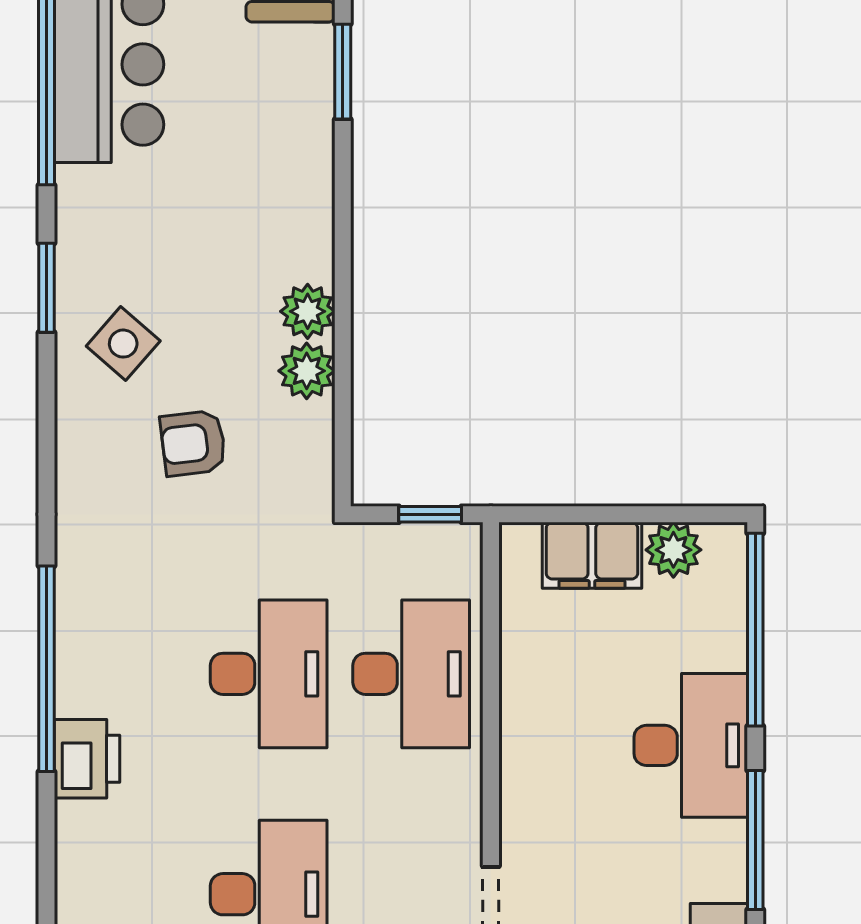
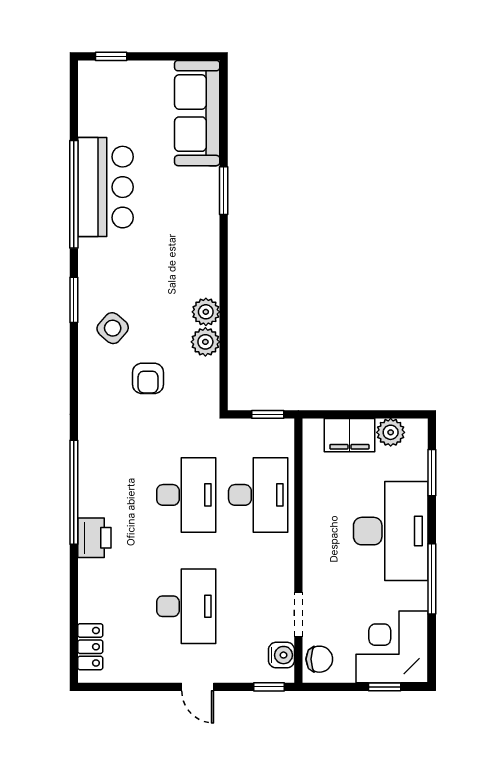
armchair: (193, 443) -> (148, 378), turned -83
window: (755, 630) -> (432, 473), width x0.47
desk: (691, 745) -> (391, 531), width x1.36, depth x1.30

